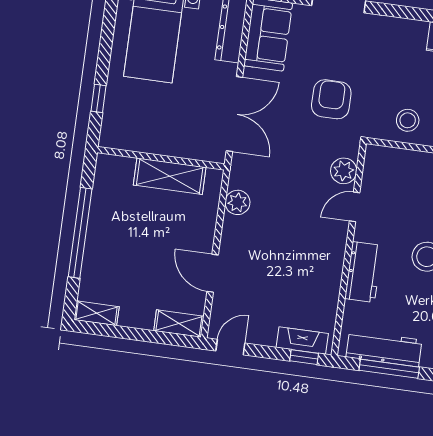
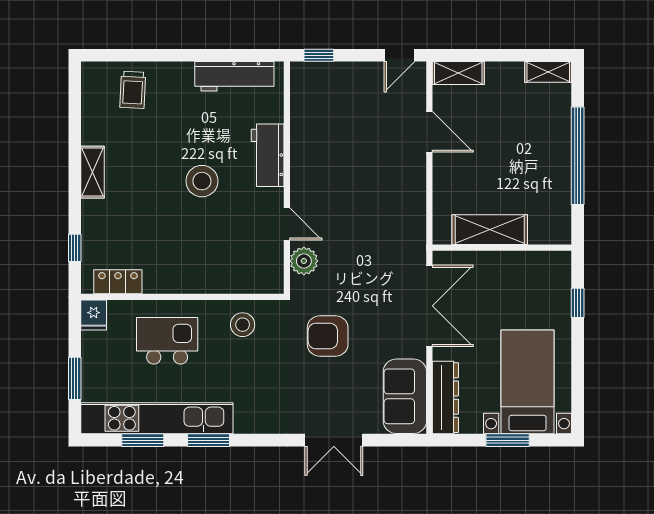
armchair: (331, 99) -> (328, 336), turned 90
double door: (234, 114) -> (429, 306), swing flipped
plant: (238, 202) -> (413, 212), removed
door: (355, 207) -> (287, 224), hinge flipped
fireplace: (302, 340) -> (323, 73), removed
window: (389, 369) -> (226, 55), removed

